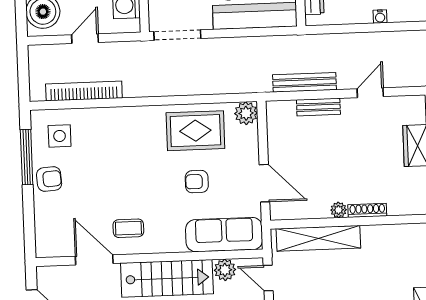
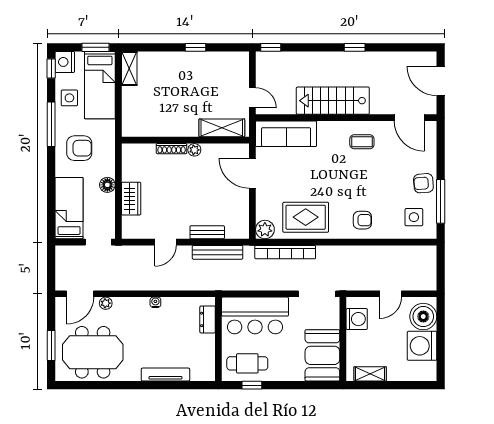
bookcase: (84, 91) -> (285, 252), moved
armchair: (197, 182) -> (362, 220), moved
shelving: (318, 238) -> (222, 128), width x0.68
door: (94, 260) -> (409, 118), moved
plant: (225, 270) -> (286, 106), removed

